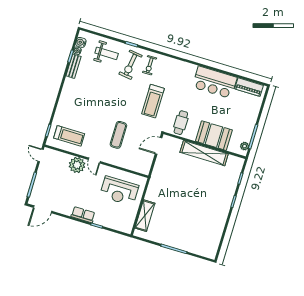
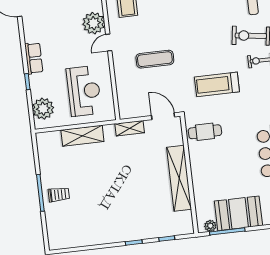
booth: (214, 136) -> (238, 213), moved, turned 90
shelving: (157, 171) -> (130, 128), added
reception desk: (119, 191) -> (84, 91), turned 180
shelving: (145, 216) -> (82, 136), moved
plant: (119, 223) -> (43, 109), added
trolley: (180, 237) -> (59, 195), added

